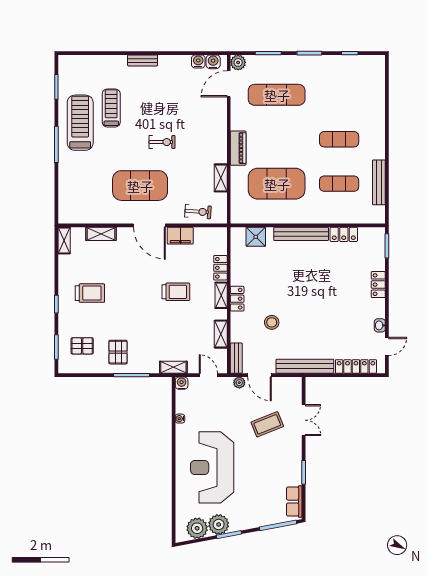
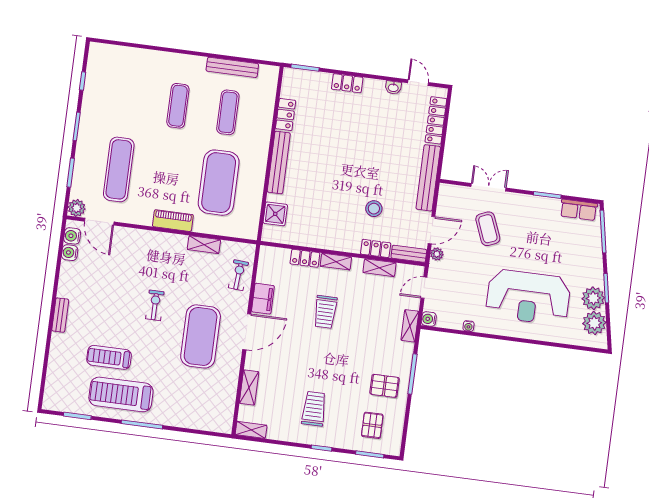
trolley: (176, 292) -> (325, 312), turned 180
locker: (237, 299) -> (376, 248), moved

